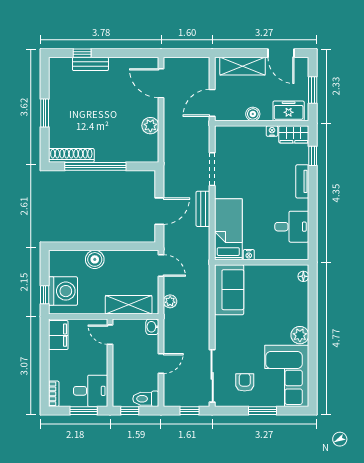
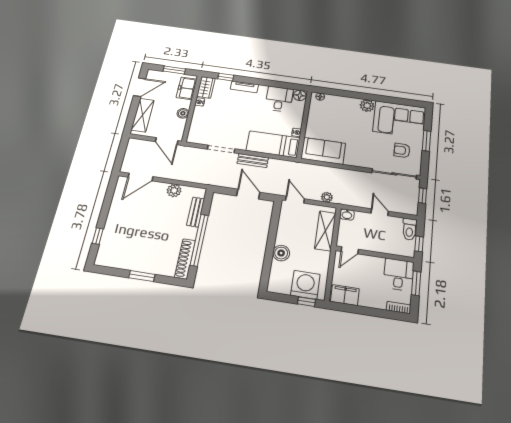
bench: (90, 64) -> (196, 212), moved
floor lamp: (301, 251) -> (300, 95), added
door: (161, 265) -> (295, 200), hinge flipped

